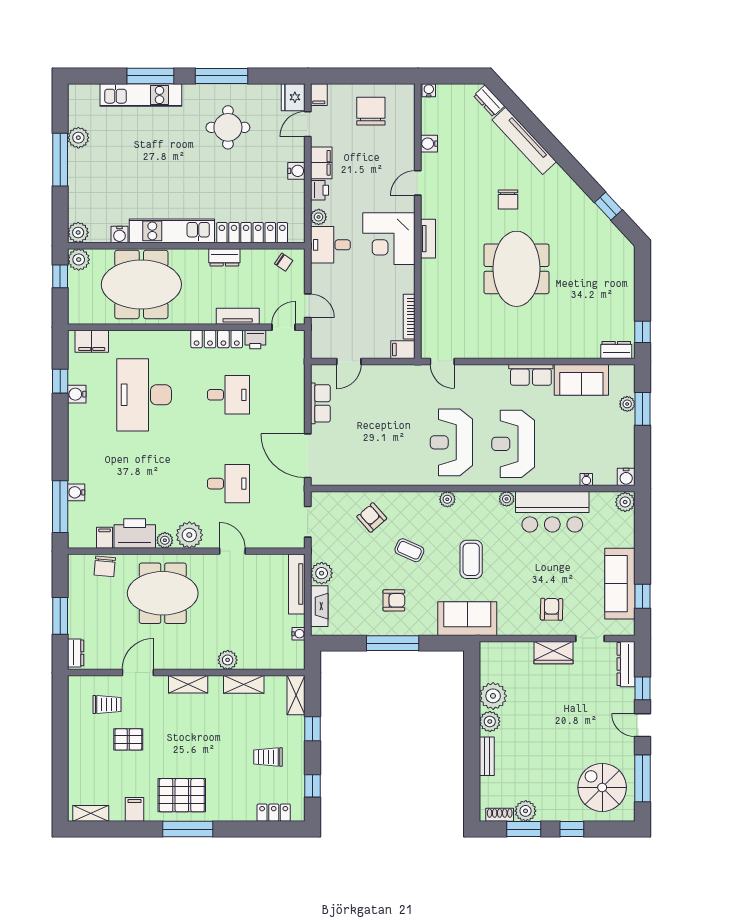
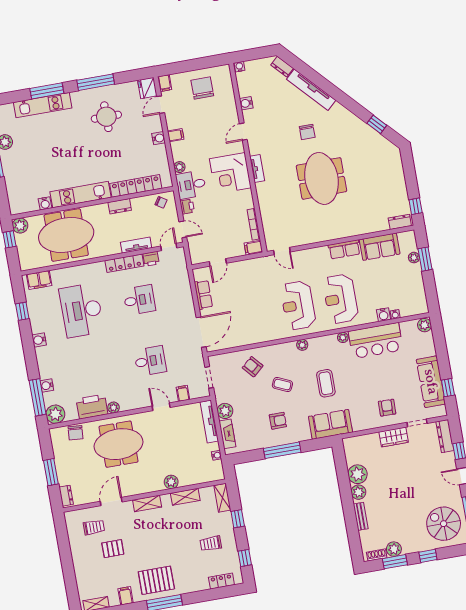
filing cabinet: (321, 163) -> (176, 135), width x0.50
printer: (320, 190) -> (187, 206), moved
plant: (78, 232) -> (16, 207), removed
water cooler: (77, 394) -> (39, 340), moved
door: (308, 456) -> (201, 332), swing flipped
water cooler: (626, 477) -> (383, 315), moved
plant: (189, 535) -> (55, 414), moved
filing cabinet: (105, 538) -> (183, 393), moved

